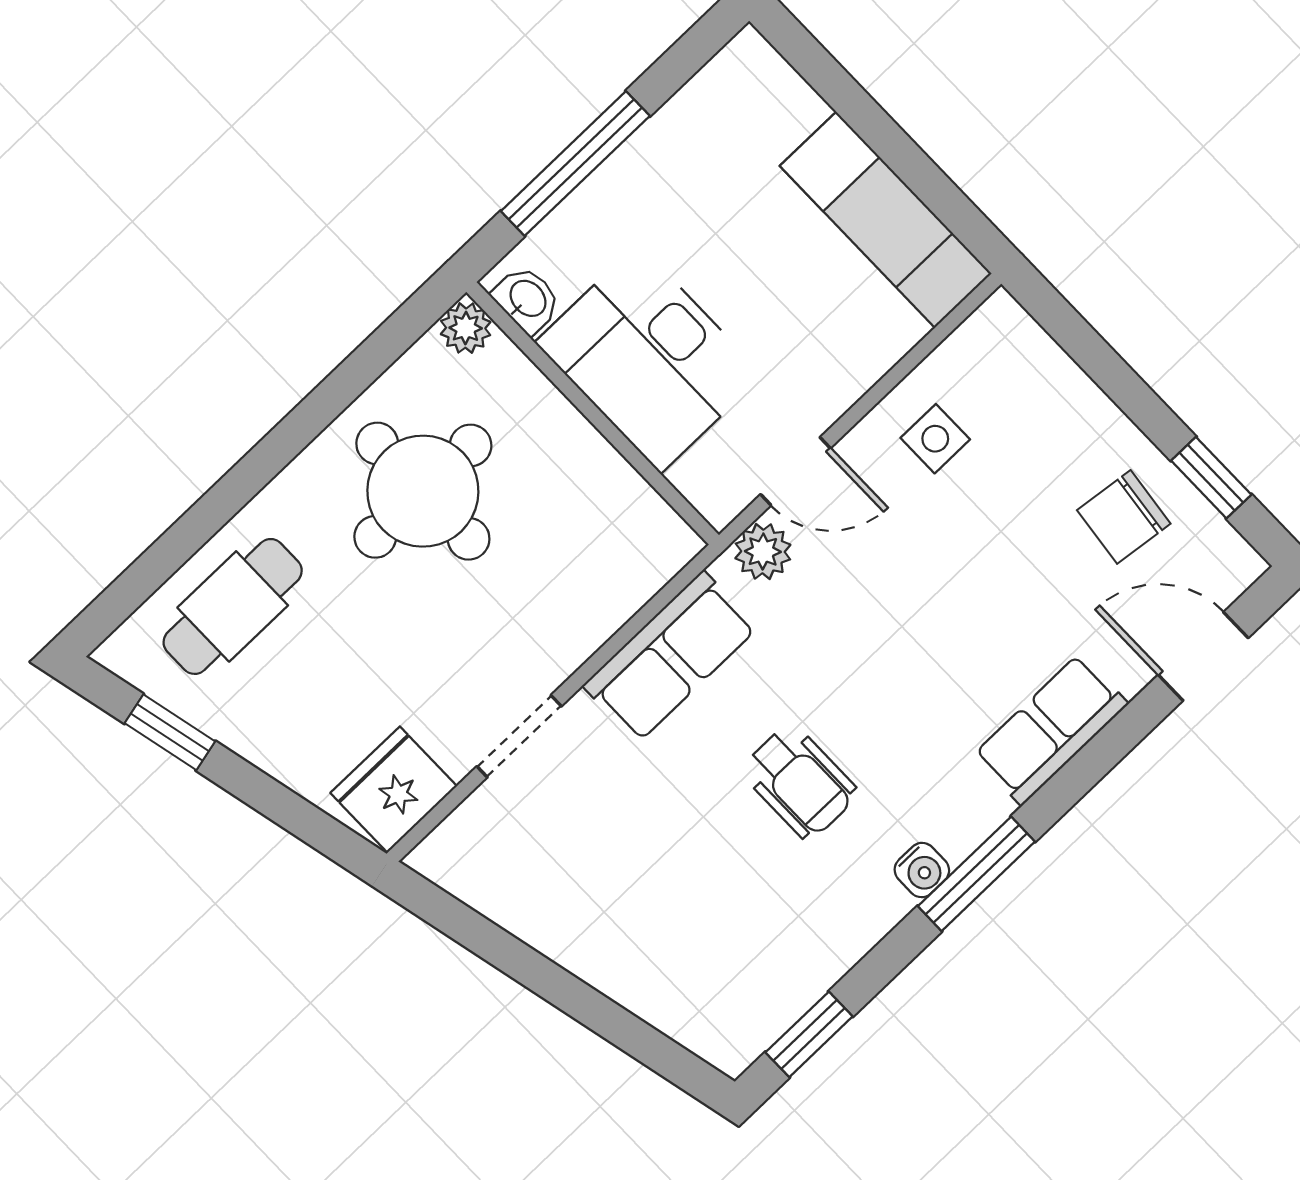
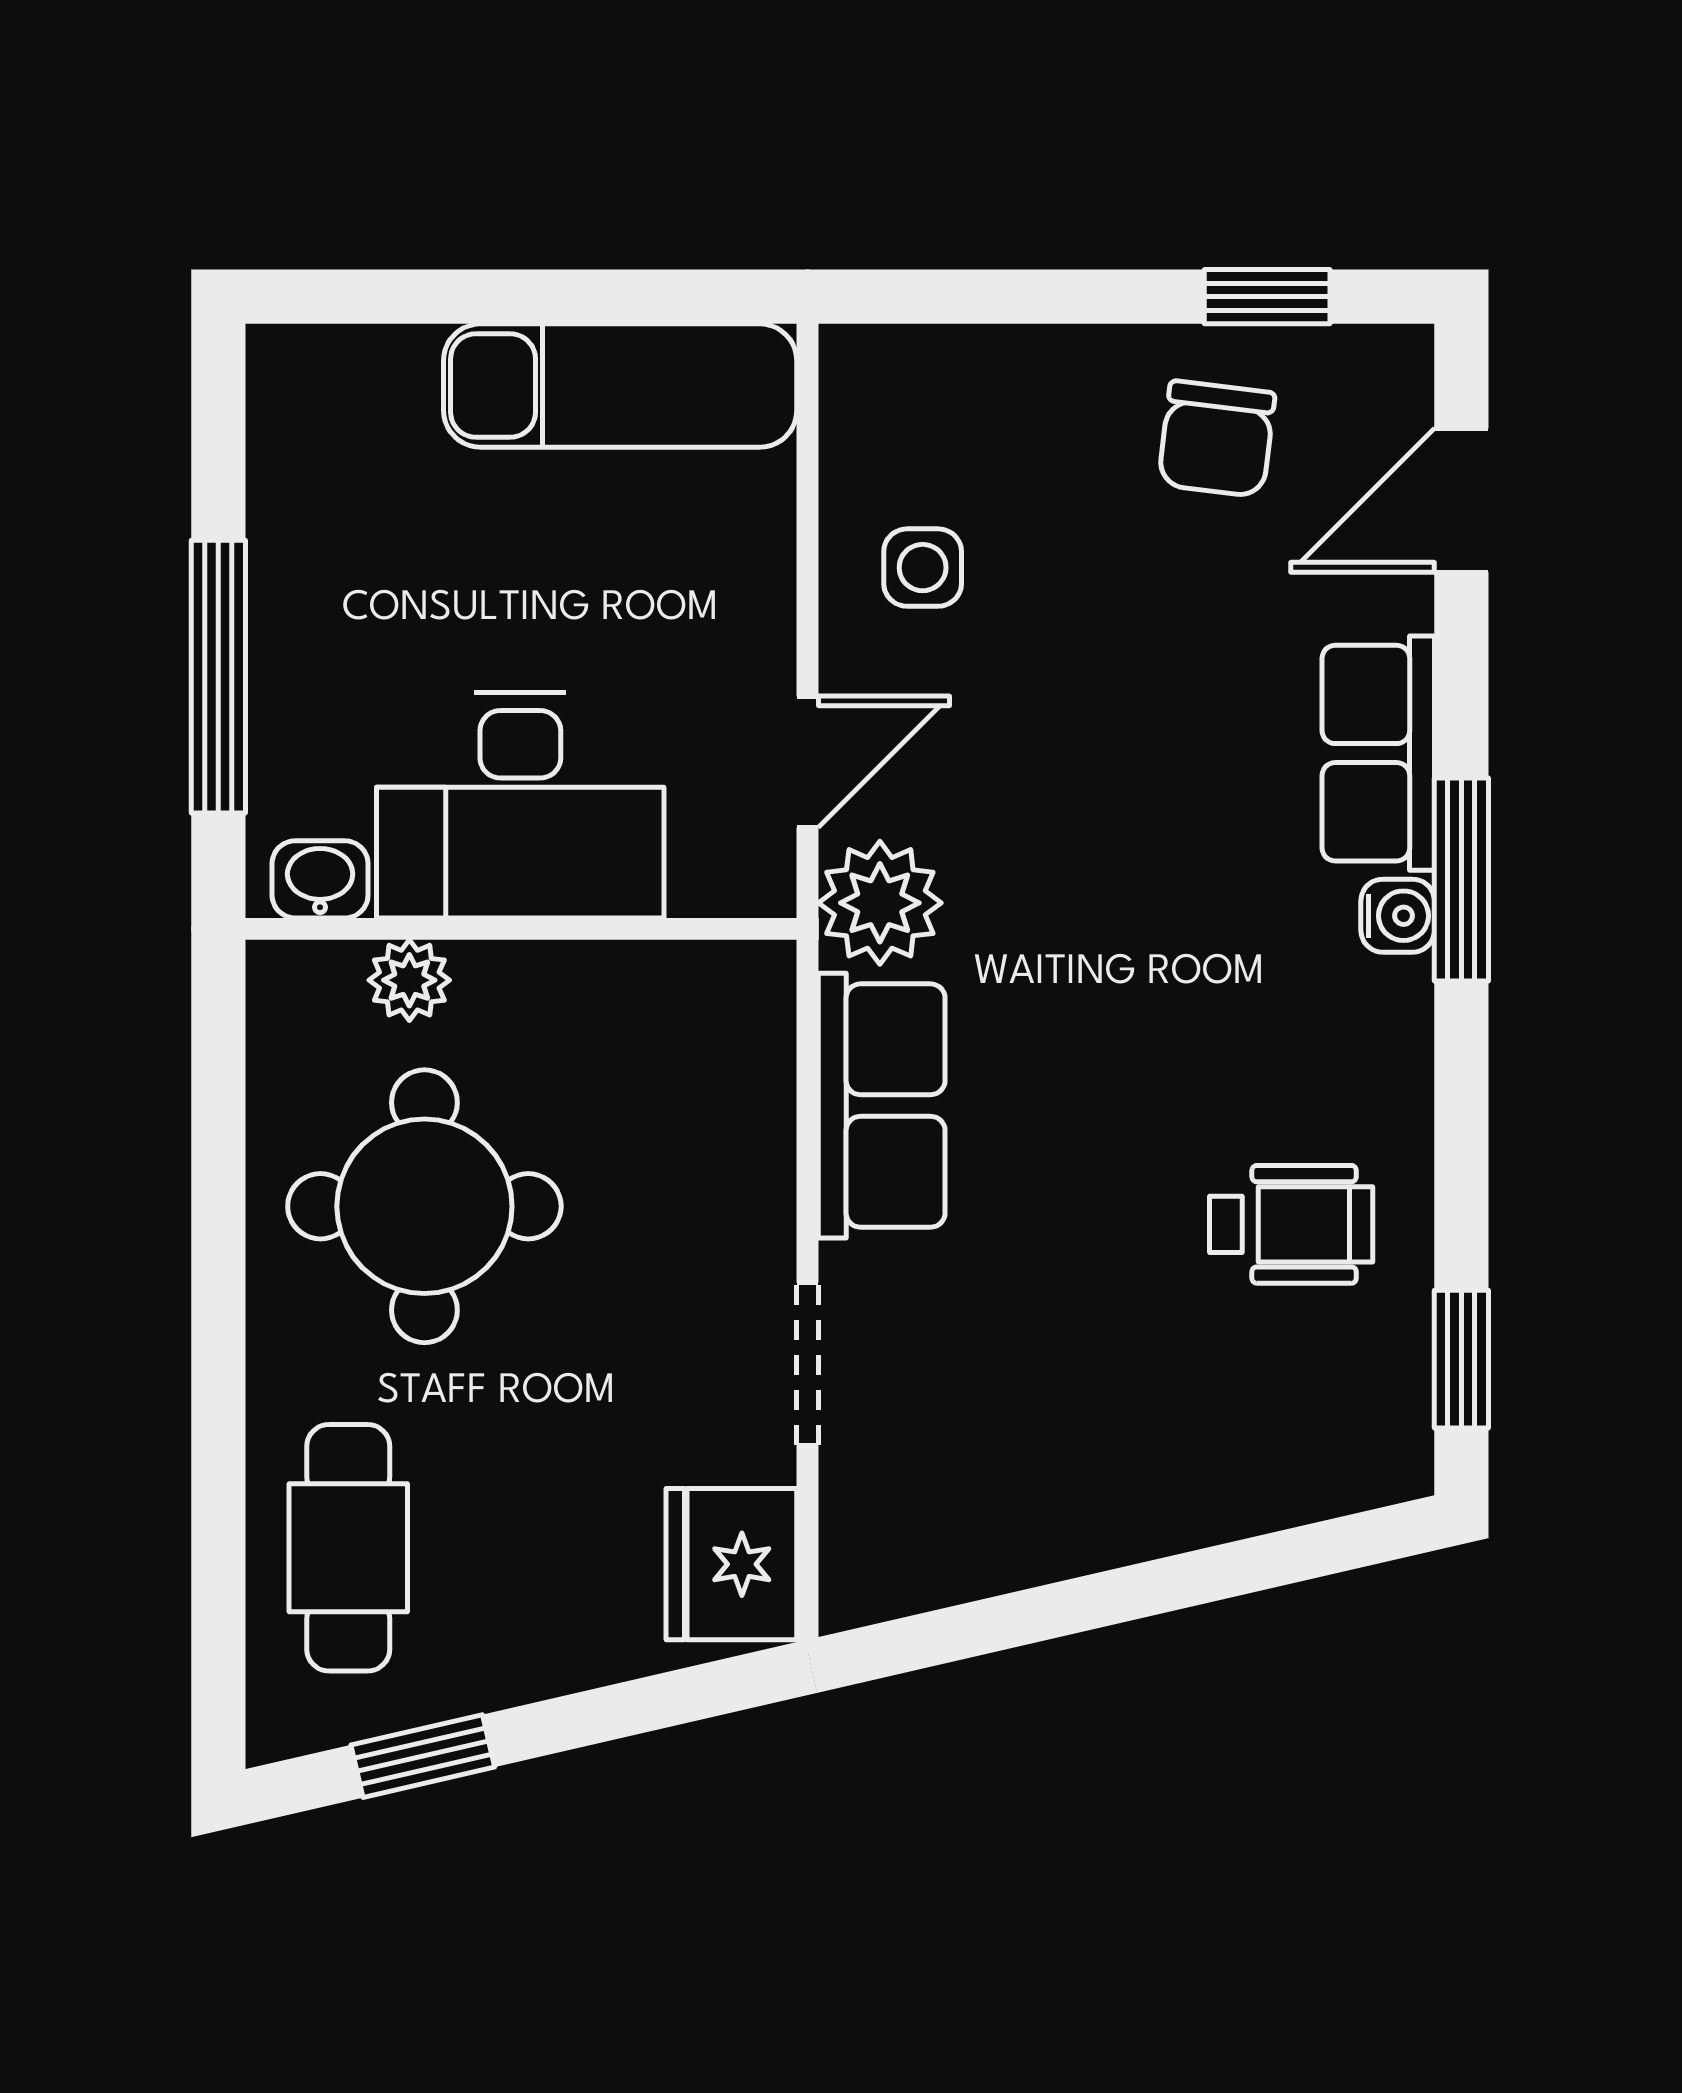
plant: (466, 328) -> (409, 980), moved
plant: (763, 551) -> (880, 903), width x1.38, depth x1.38
wheelchair: (800, 782) -> (1291, 1224), moved
water cooler: (922, 870) -> (1398, 916), moved
window: (976, 874) -> (1461, 880), moved

